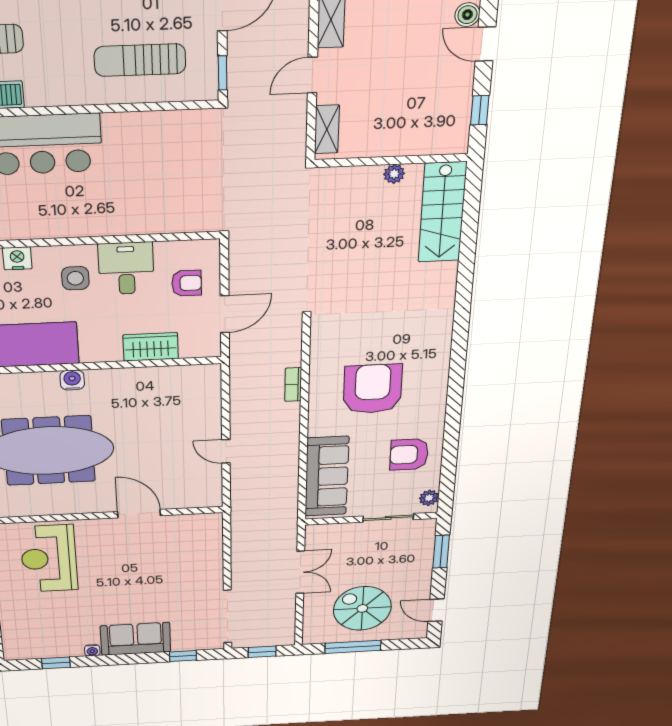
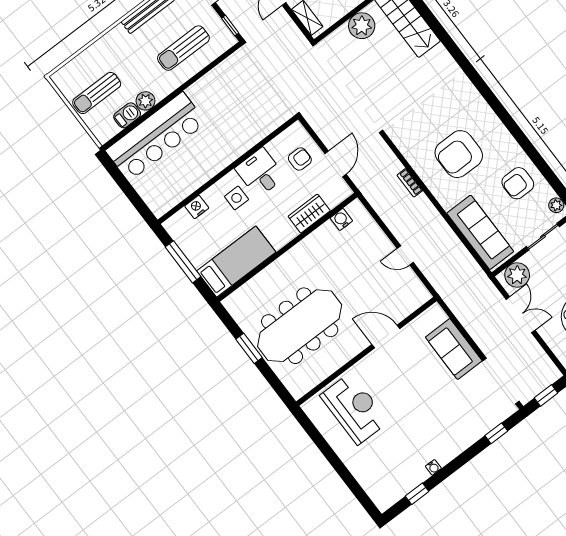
plant: (40, 93) -> (145, 101), added
plant: (394, 174) -> (362, 26), width x1.87, depth x1.87
water cooler: (72, 380) -> (341, 219), moved
armchair: (373, 389) -> (459, 154), turned -90
plant: (329, 536) -> (517, 275), added
reception desk: (49, 559) -> (354, 409), turned 180
sofa: (136, 639) -> (454, 349), moved, turned -90

